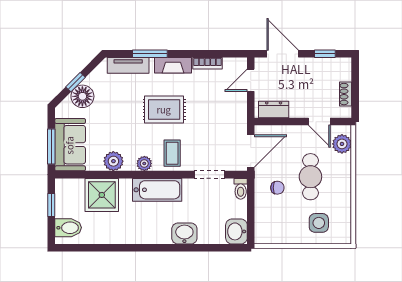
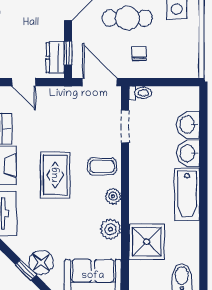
window: (278, 122) -> (68, 53), added
bathtub: (157, 190) -> (187, 194), moved, turned 180
washbasin: (236, 231) -> (188, 125), moved, turned 90

